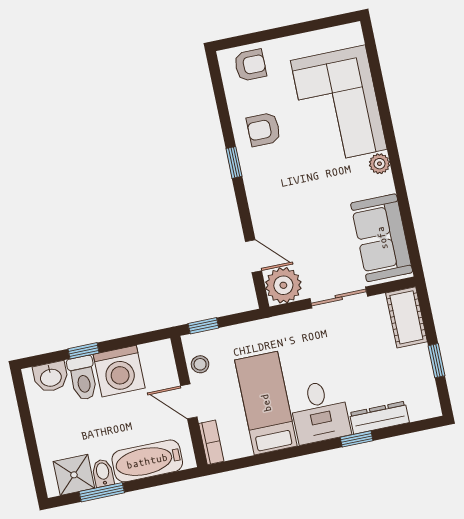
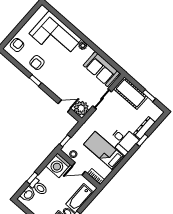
cot: (406, 317) -> (131, 93), width x1.37, depth x1.34
washing machine: (119, 371) -> (58, 165), moved, turned 90

